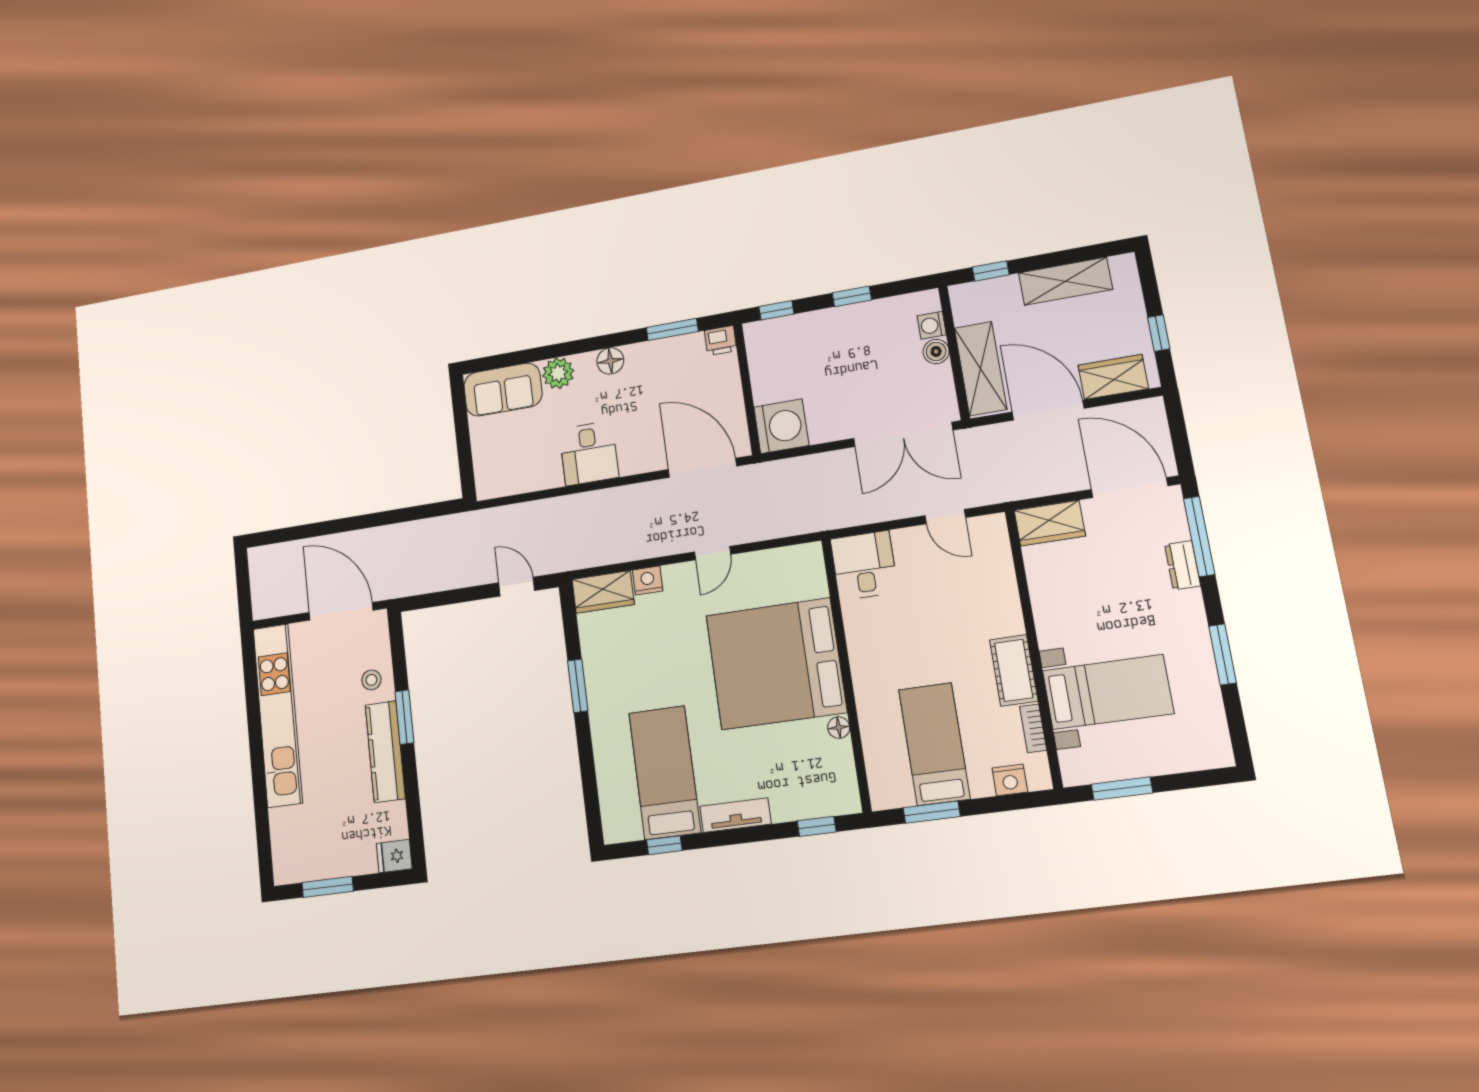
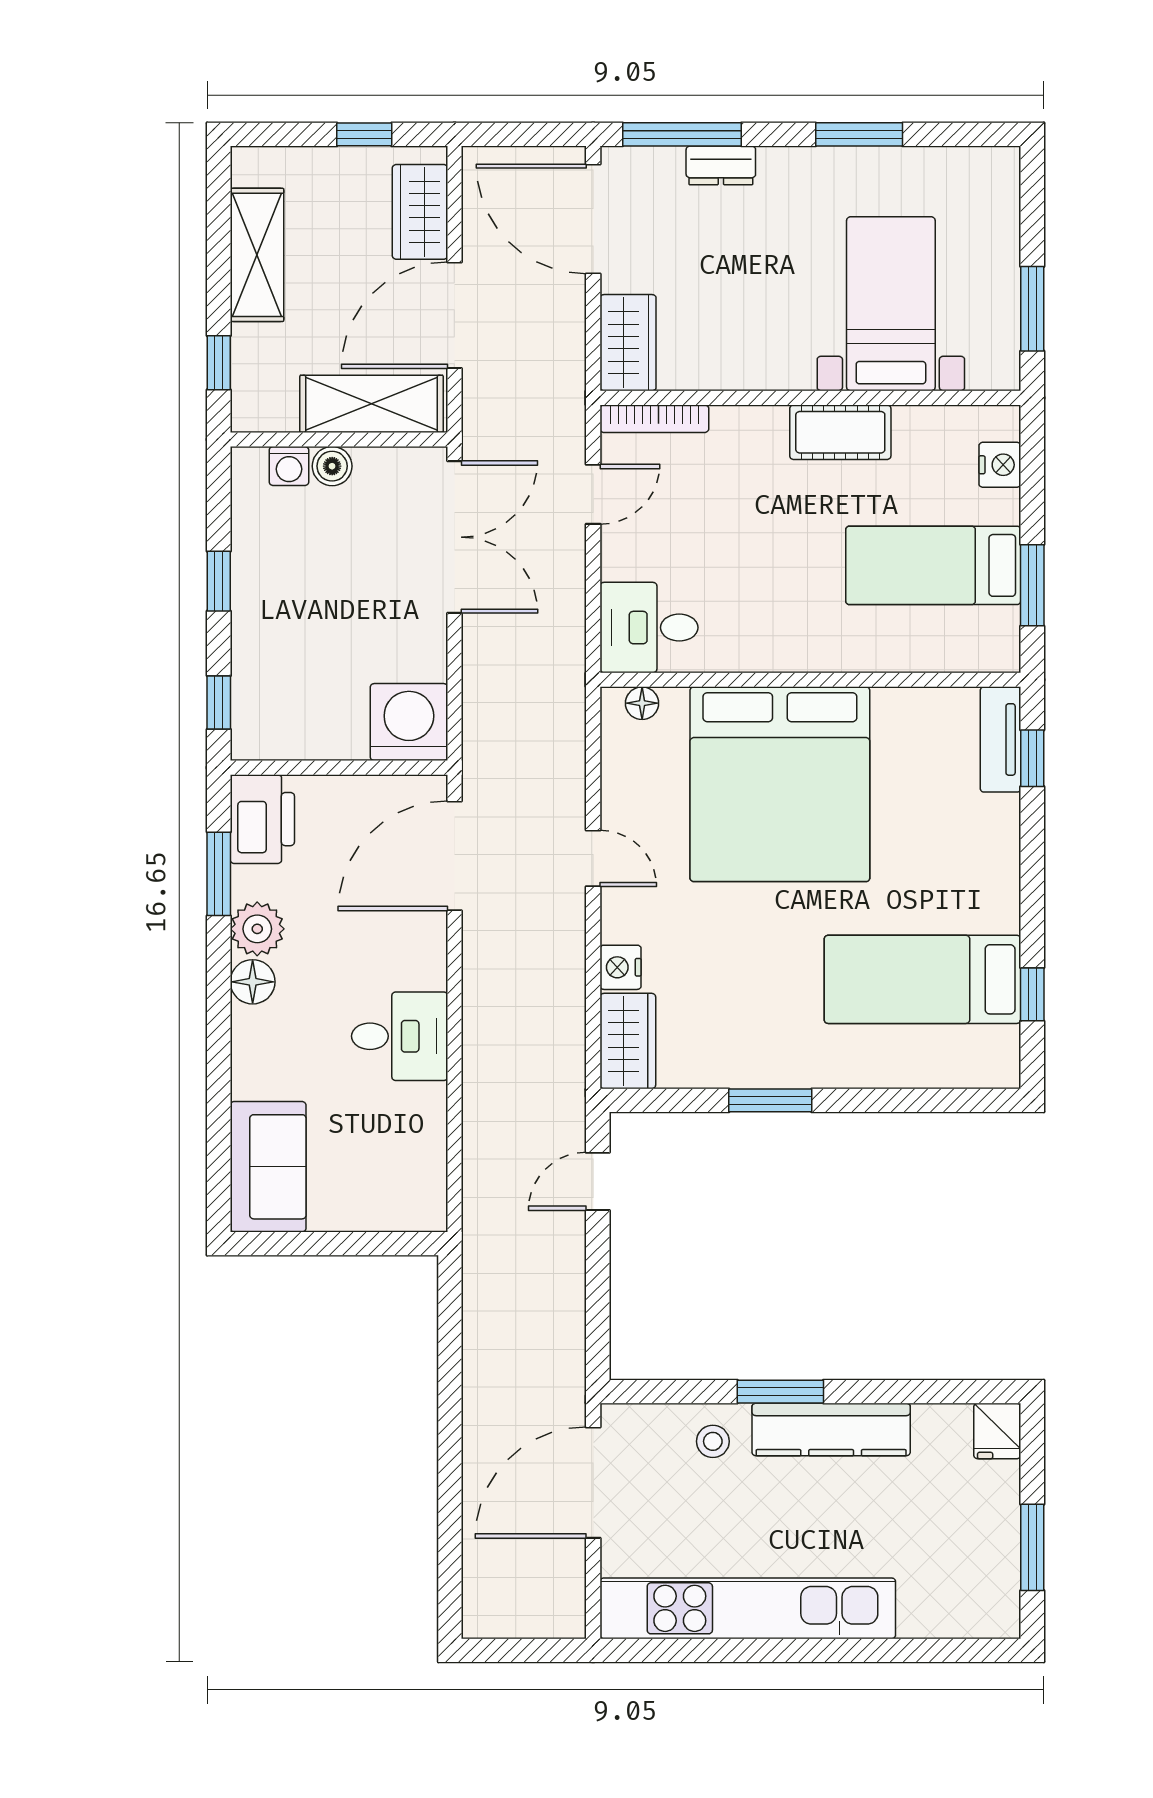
printer: (721, 341) -> (262, 819), width x1.87, depth x1.48
plant: (558, 373) -> (257, 929), moved
door: (1129, 488) -> (593, 219), hinge flipped
floor lamp: (839, 728) -> (642, 703), moved
bookcase: (1033, 728) -> (654, 419), moved, width x1.56
tv unit: (735, 815) -> (1001, 739), moved

